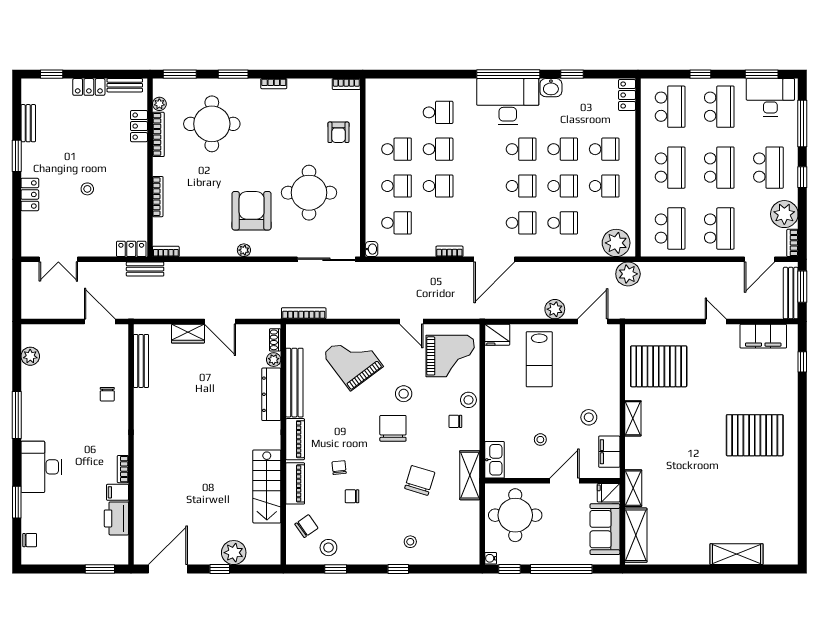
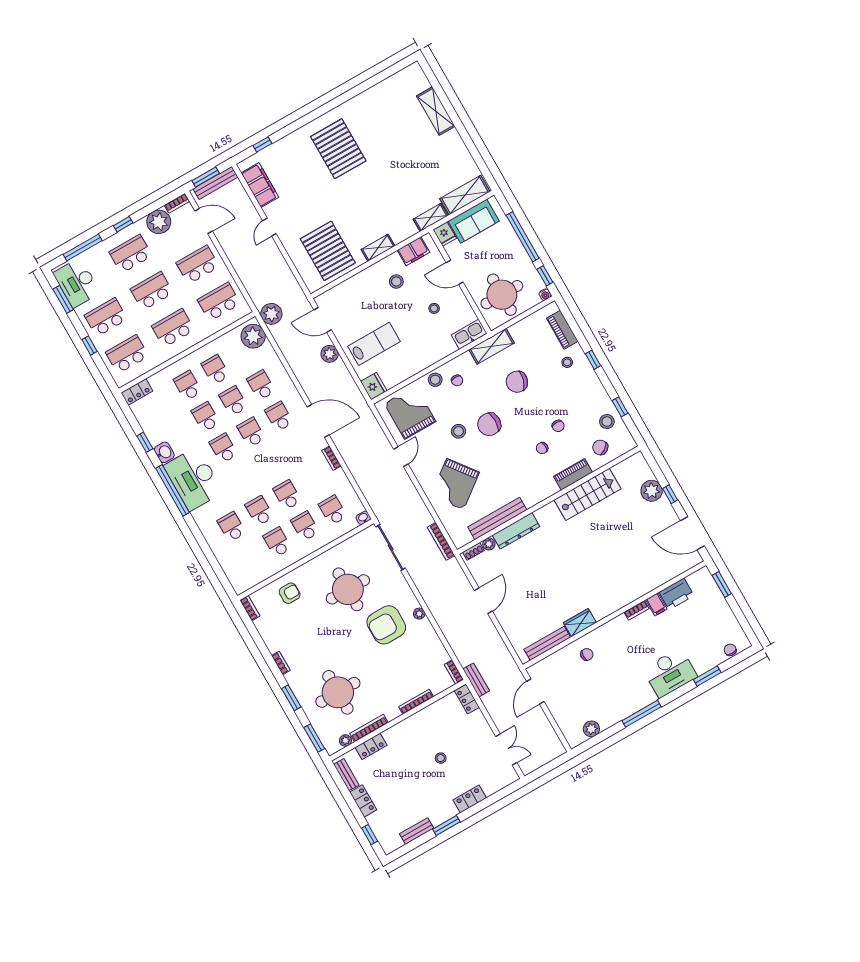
wardrobe: (188, 334) -> (580, 623), moved, turned -90
piano: (295, 439) -> (562, 330), moved, turned -90

